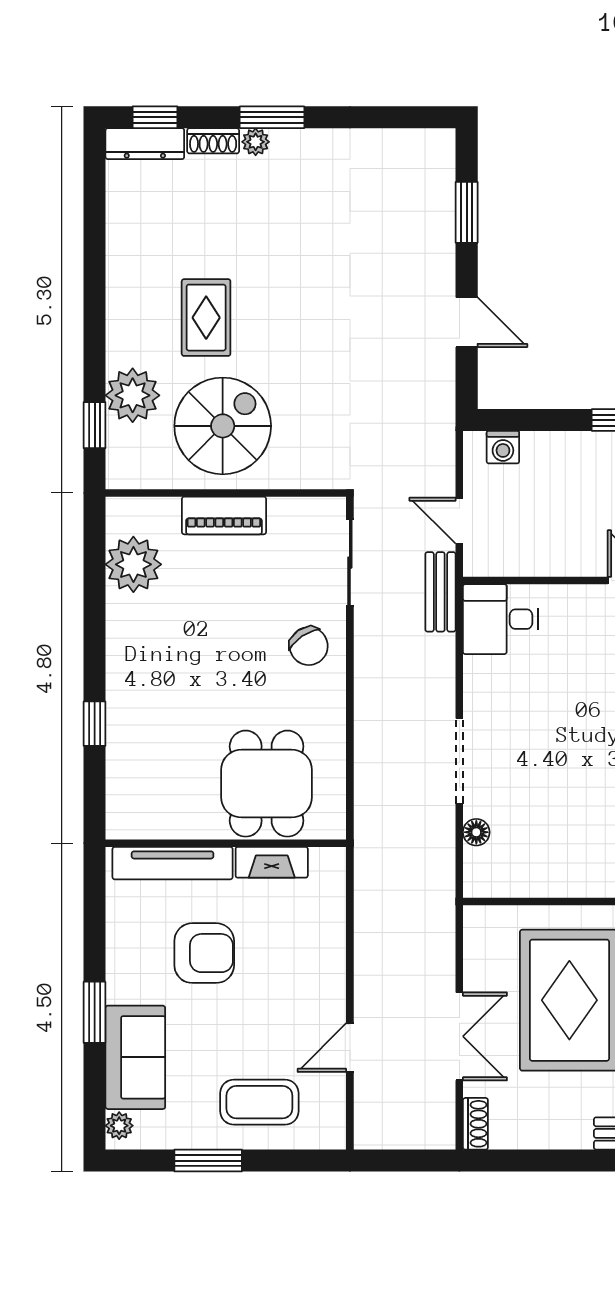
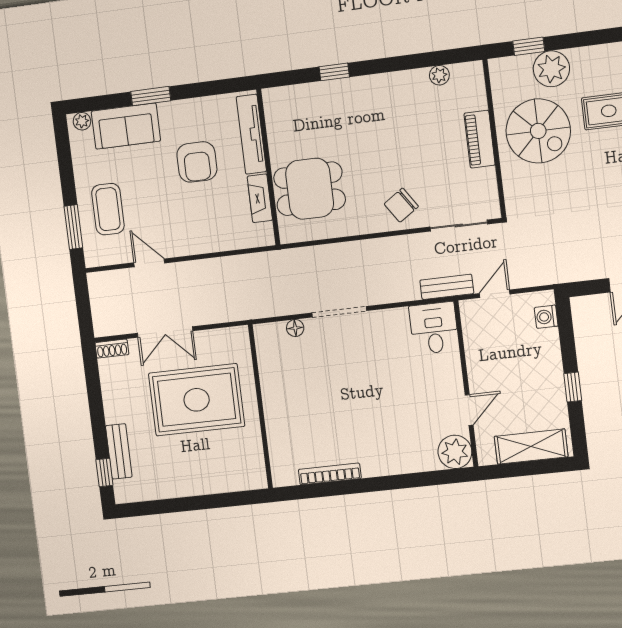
plant: (133, 564) -> (439, 75), width x0.53, depth x0.53
window: (208, 1161) -> (73, 227), moved

